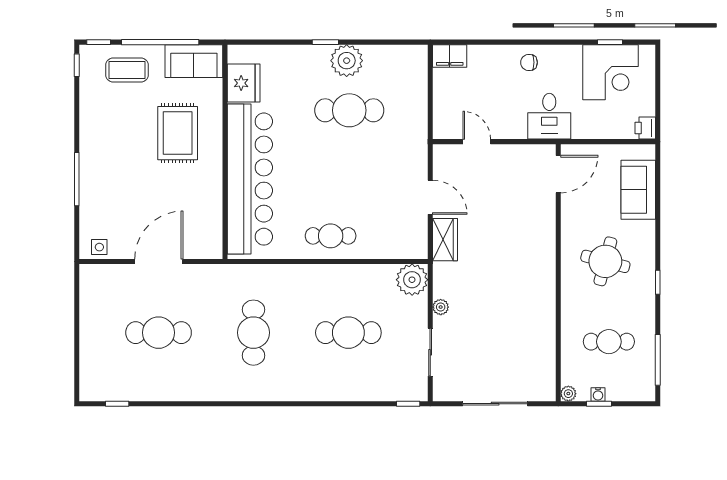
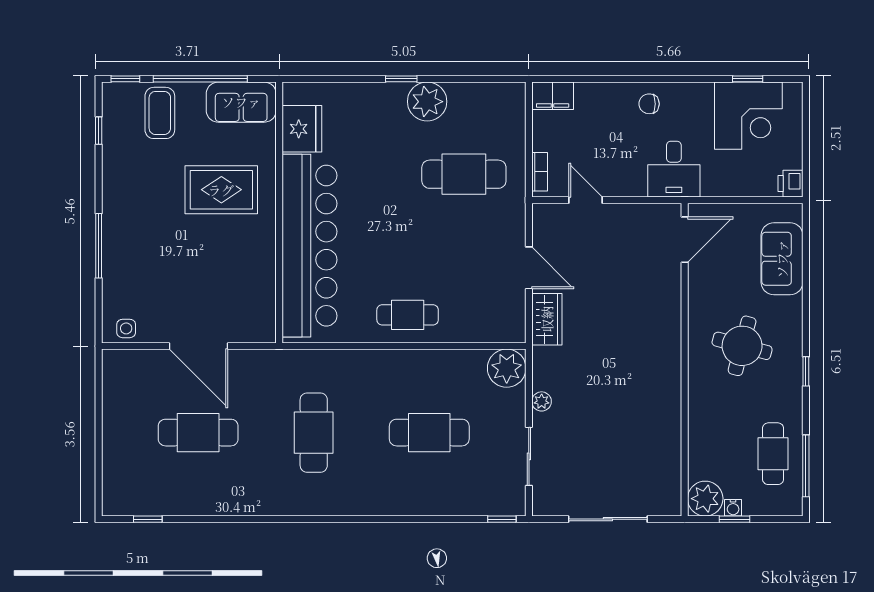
window: (77, 65) -> (99, 131), moved
coffee table: (127, 70) -> (160, 113), turned 90
cafe table: (349, 110) -> (464, 174), moved
bookcase: (439, 118) -> (540, 172), added
rug: (178, 133) -> (221, 190), turned 90
door: (159, 261) -> (199, 346), swing flipped
cafe table: (609, 342) -> (773, 454), moved, turned 90
plant: (568, 394) -> (705, 499), width x1.88, depth x1.88

